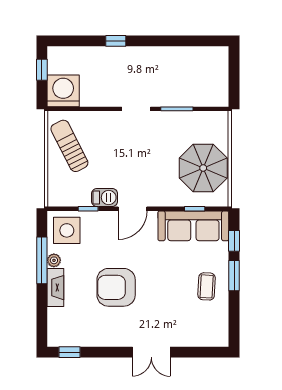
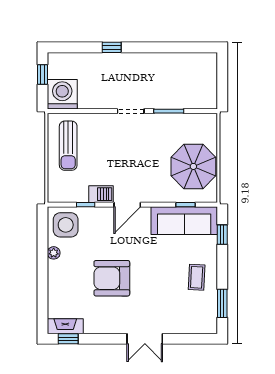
sun lounger: (69, 146) -> (68, 146), turned -153
window: (42, 260) -> (42, 253), removed
window: (234, 276) -> (222, 303), moved
fireplace: (55, 288) -> (65, 326), moved, turned -90

